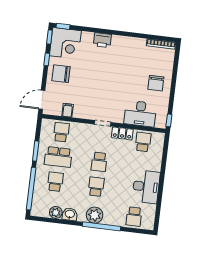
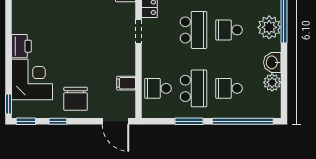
corner desk: (65, 43) -> (32, 80), moved
school desk: (99, 162) -> (193, 30), width x1.85

